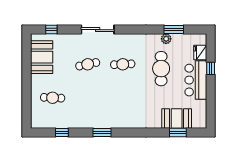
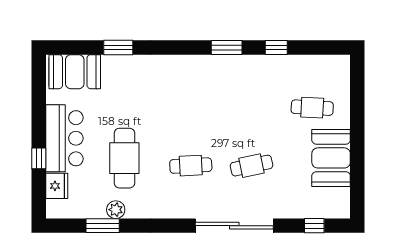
sliding door: (98, 30) -> (234, 226), width x1.36
booth: (42, 57) -> (331, 158), moved
booth: (177, 119) -> (75, 72), moved
window: (62, 133) -> (276, 48), moved
window: (178, 133) -> (118, 48), moved

